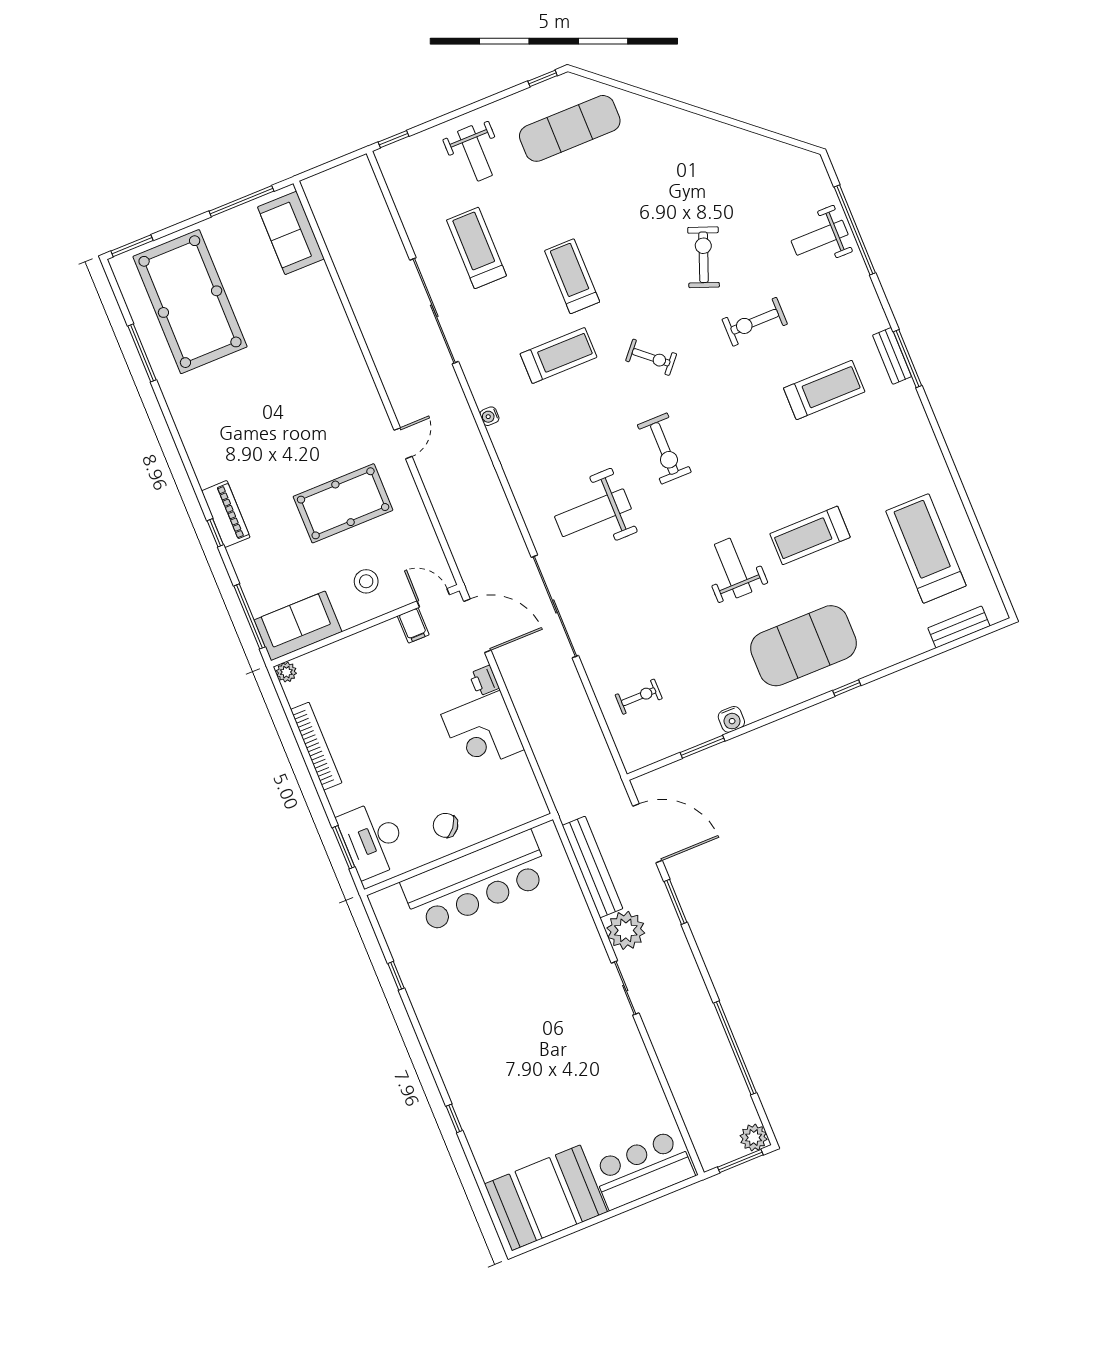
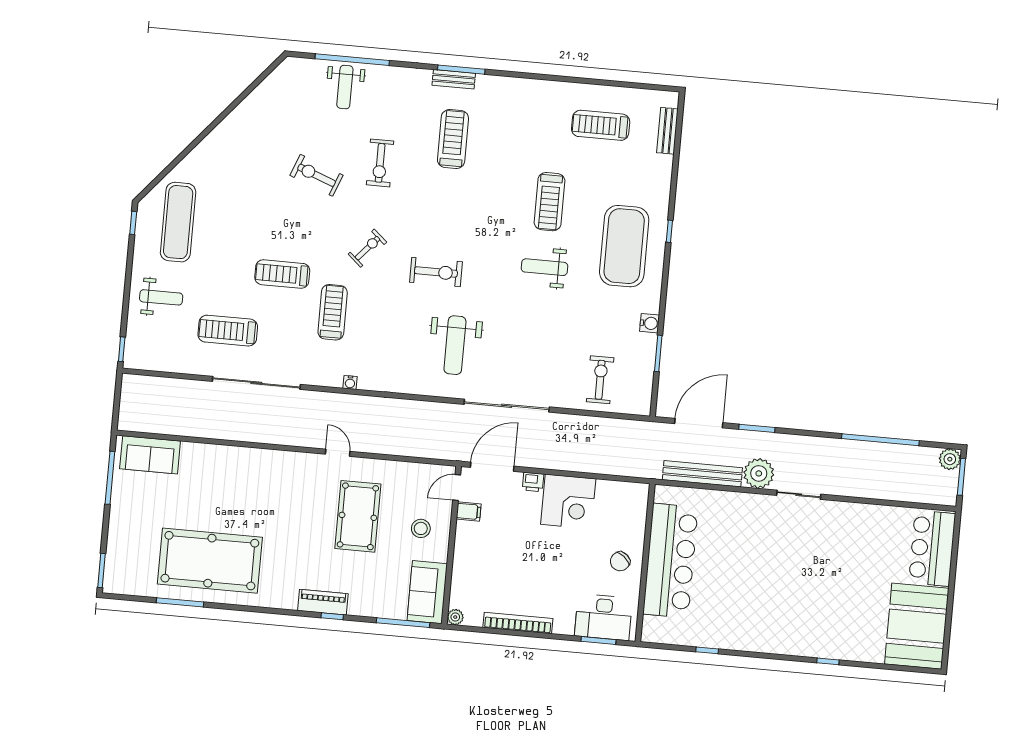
pool table: (190, 302) -> (210, 561), moved
treadmill: (926, 548) -> (601, 125), width x0.73, depth x0.73
exercise bike: (639, 697) -> (600, 380), width x1.38, depth x1.39

